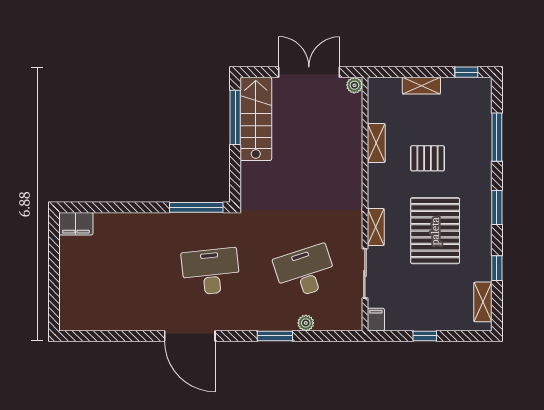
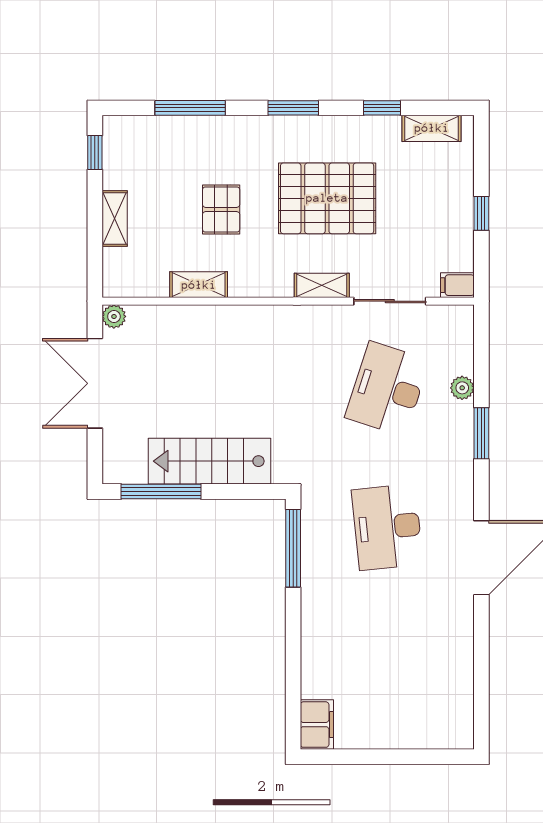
stairs: (256, 119) -> (210, 461), moved
desk: (305, 272) -> (387, 389), turned 36

